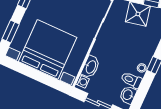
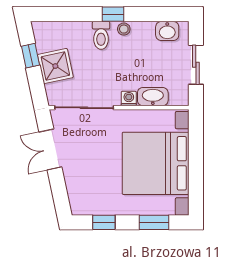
toilet: (131, 80) -> (101, 35), moved
washing machine: (82, 81) -> (129, 99), moved

